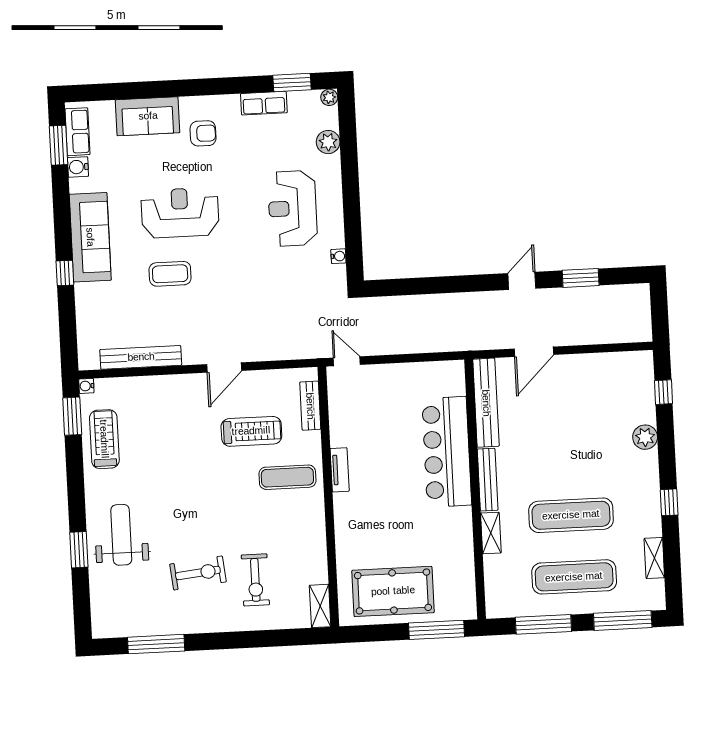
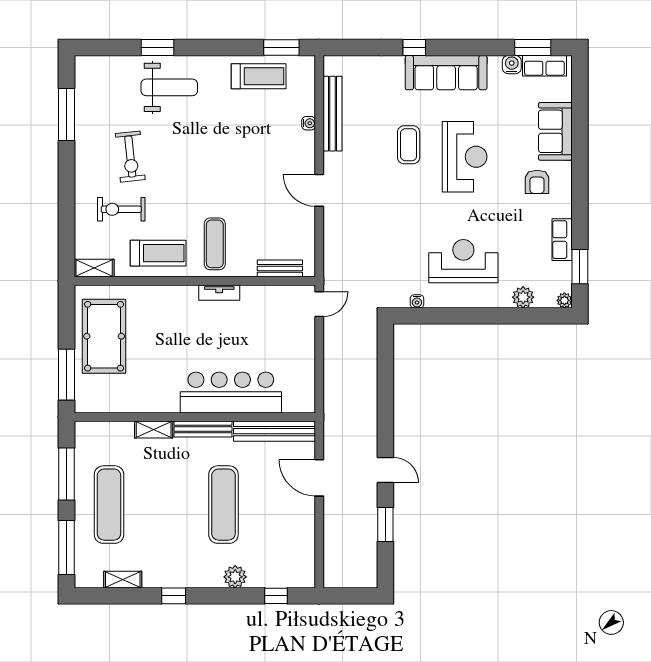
water cooler: (86, 386) -> (309, 123), moved, turned 90
treadmill: (251, 431) -> (158, 253), moved, turned -90
exercise mat: (571, 515) -> (223, 505), moved

